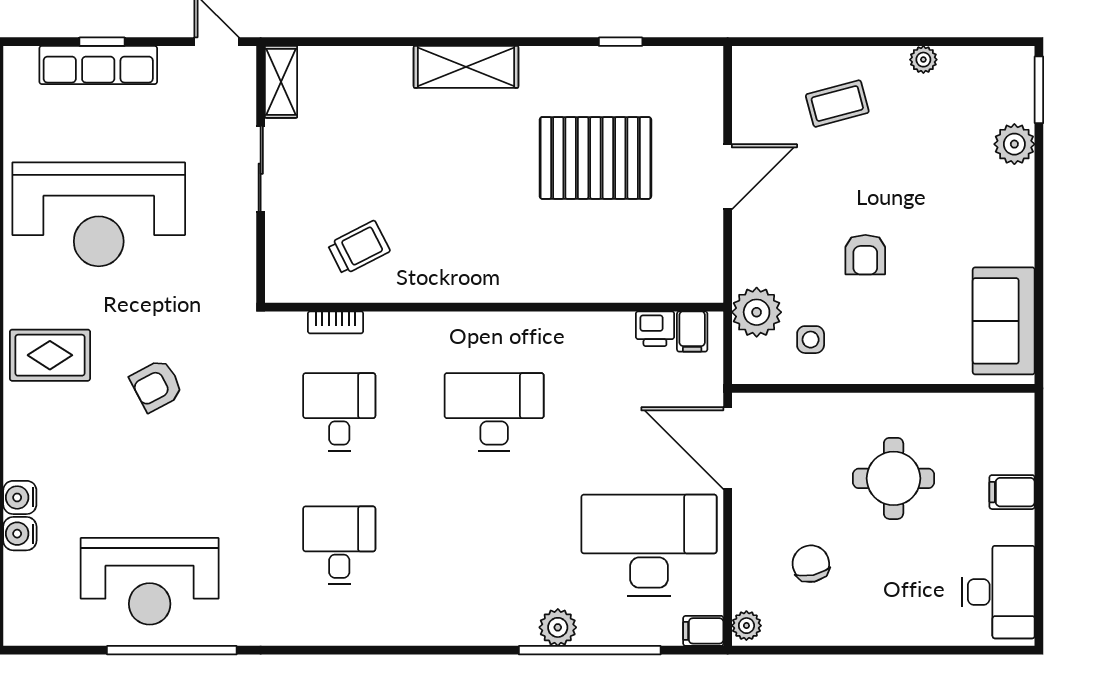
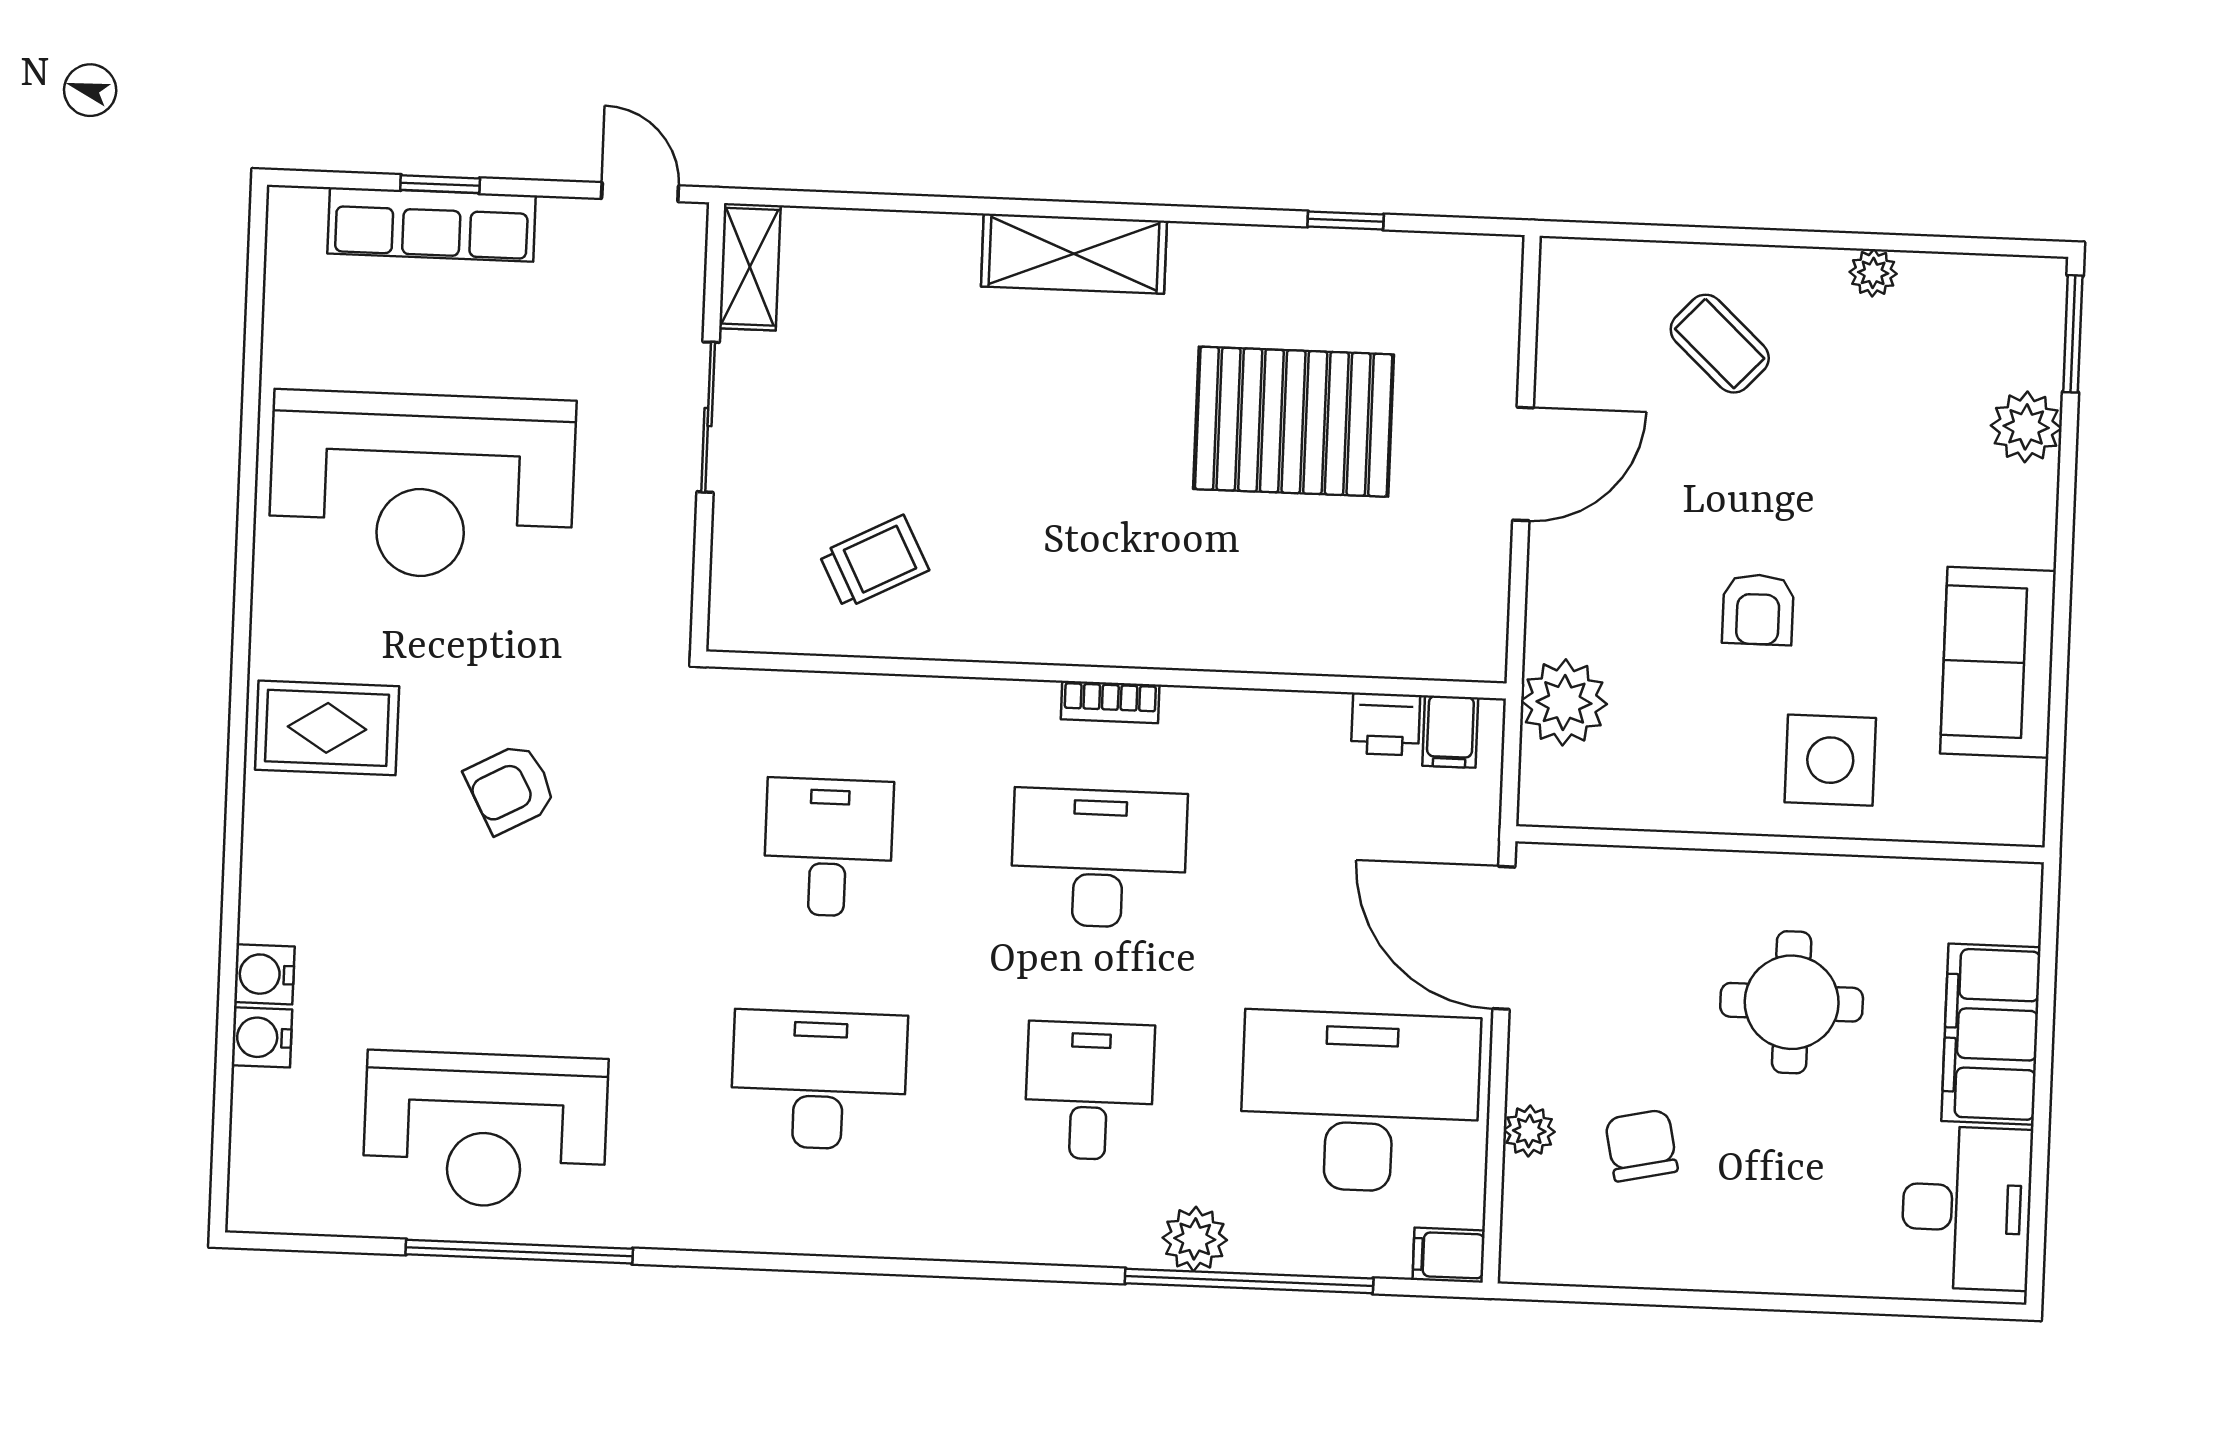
coffee table: (837, 104) -> (1720, 344), turned 58
sofa: (1004, 321) -> (1998, 662), moved
bookcase: (336, 322) -> (1110, 702), moved
side table: (811, 340) -> (1830, 760), moved, width x1.87, depth x1.87
filing cabinet: (1012, 492) -> (1991, 1034), width x3.00, depth x1.17
desk: (339, 545) -> (819, 1080), width x1.37
desk: (494, 545) -> (1089, 1091), added
plant: (746, 626) -> (1529, 1131), moved

